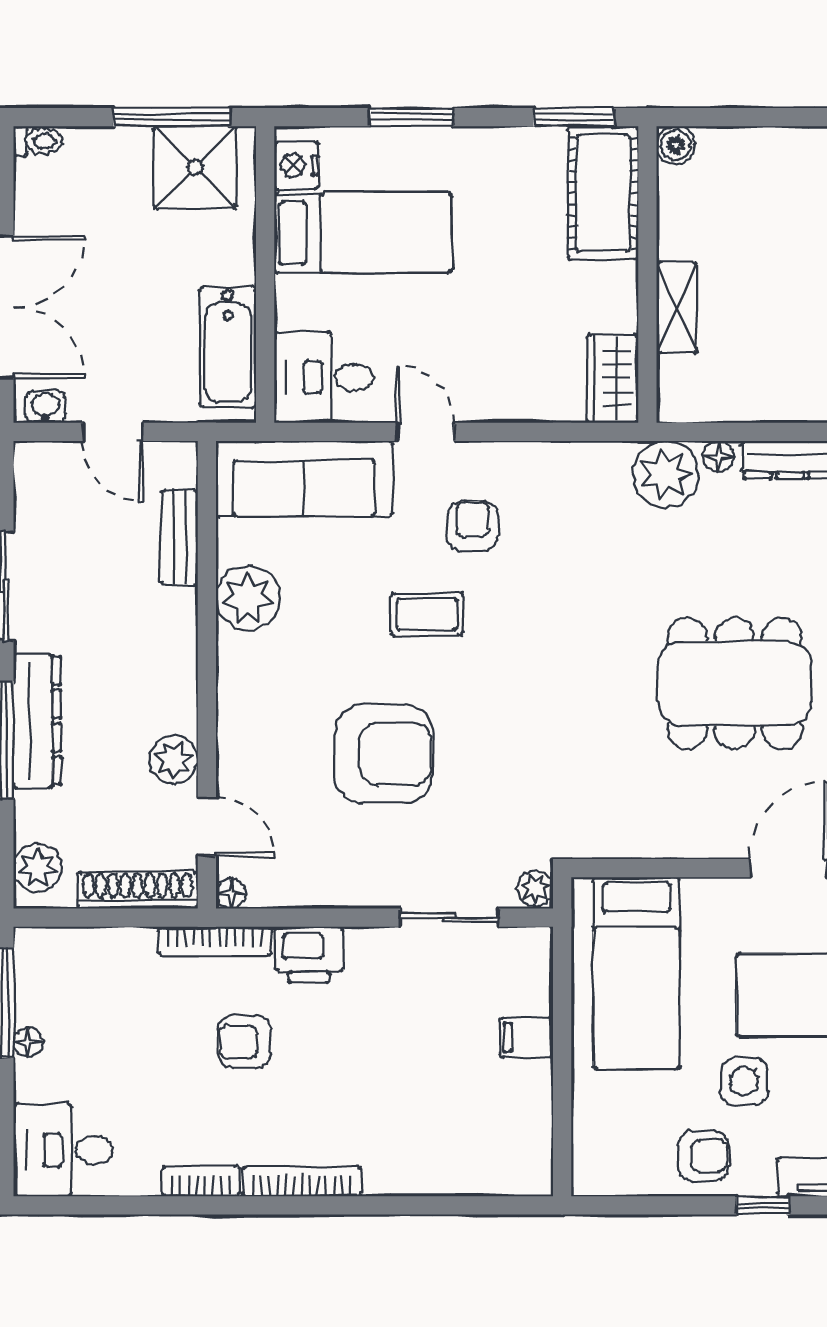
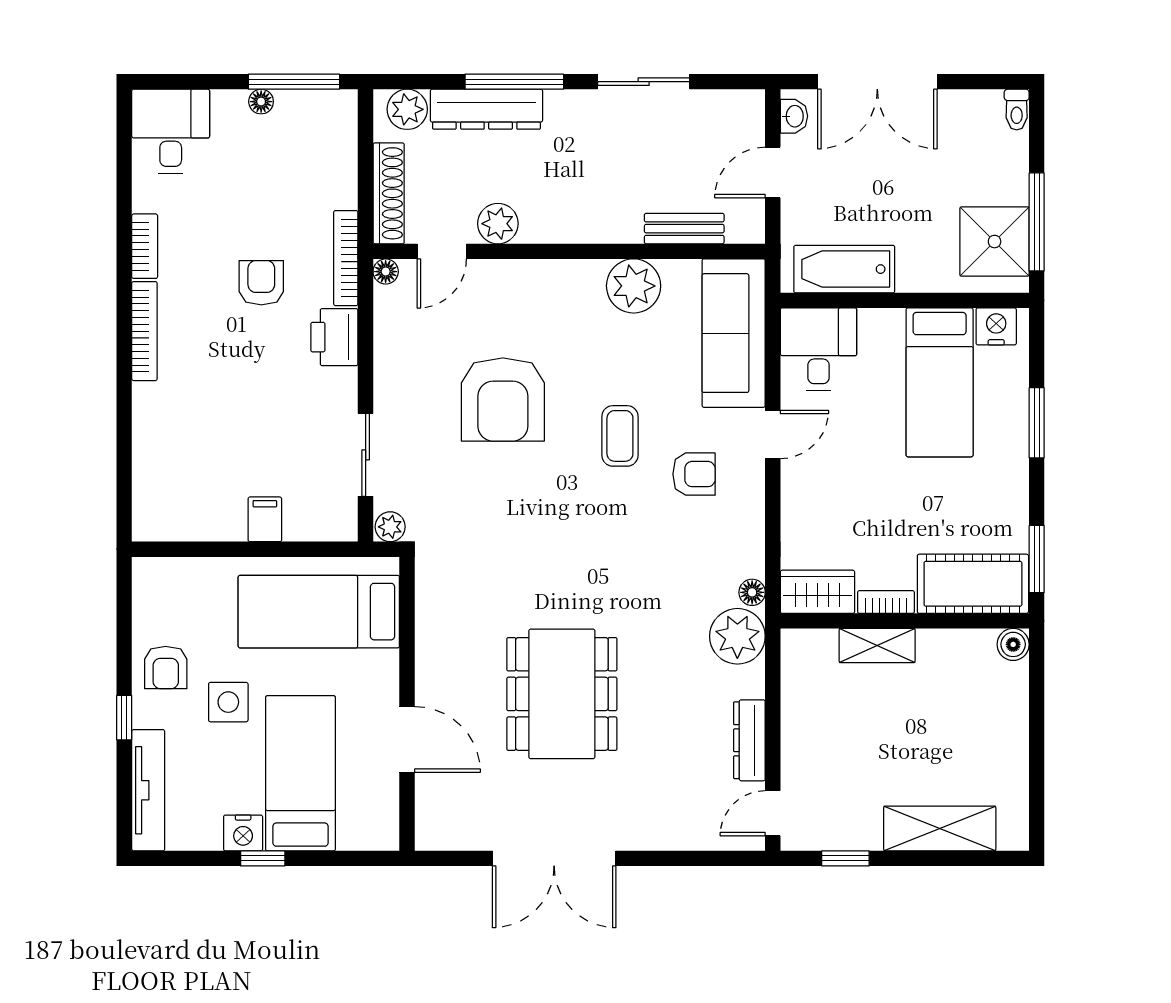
bookcase: (625, 297) -> (886, 602), added
floor lamp: (718, 457) -> (752, 592), moved
dresser: (37, 721) -> (486, 109), moved

